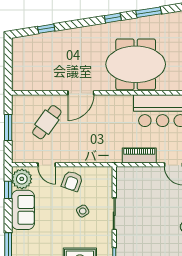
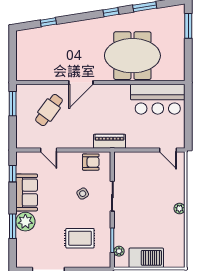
window: (8, 127) -> (13, 104), moved
piano: (139, 155) -> (109, 141), moved
plant: (22, 179) -> (25, 222), moved
armchair: (72, 181) -> (91, 162), moved, turned -110

